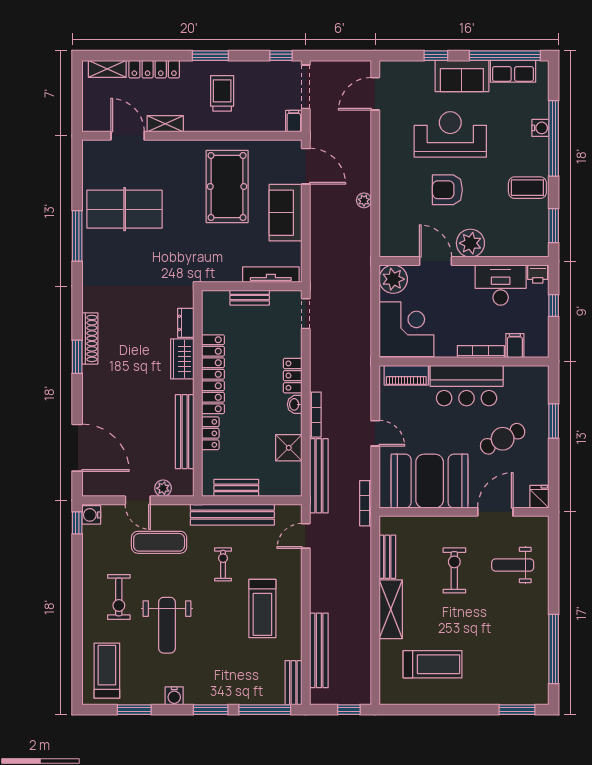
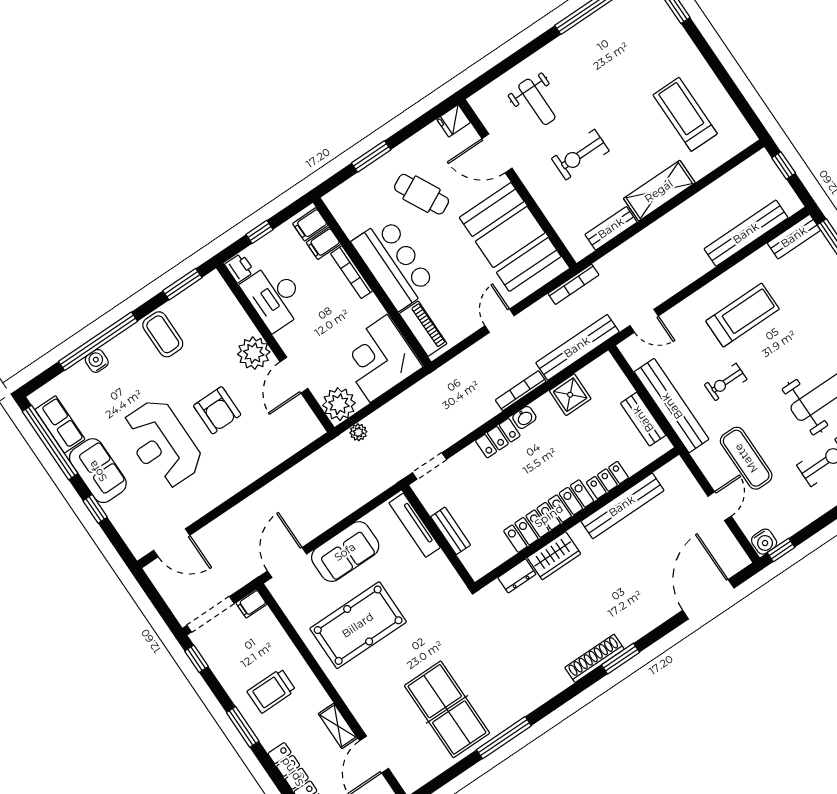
plant: (364, 200) -> (358, 432), moved
filing cabinet: (535, 345) -> (310, 224), added
plant: (163, 488) -> (691, 490), removed

